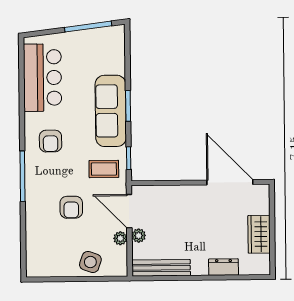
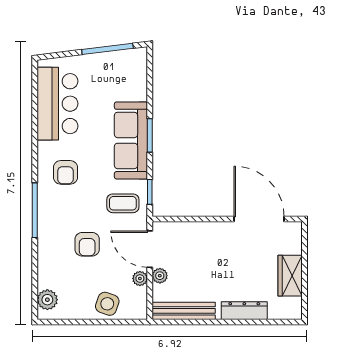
plant: (35, 259) -> (47, 300), added
dresser: (223, 267) -> (244, 311), width x1.44

